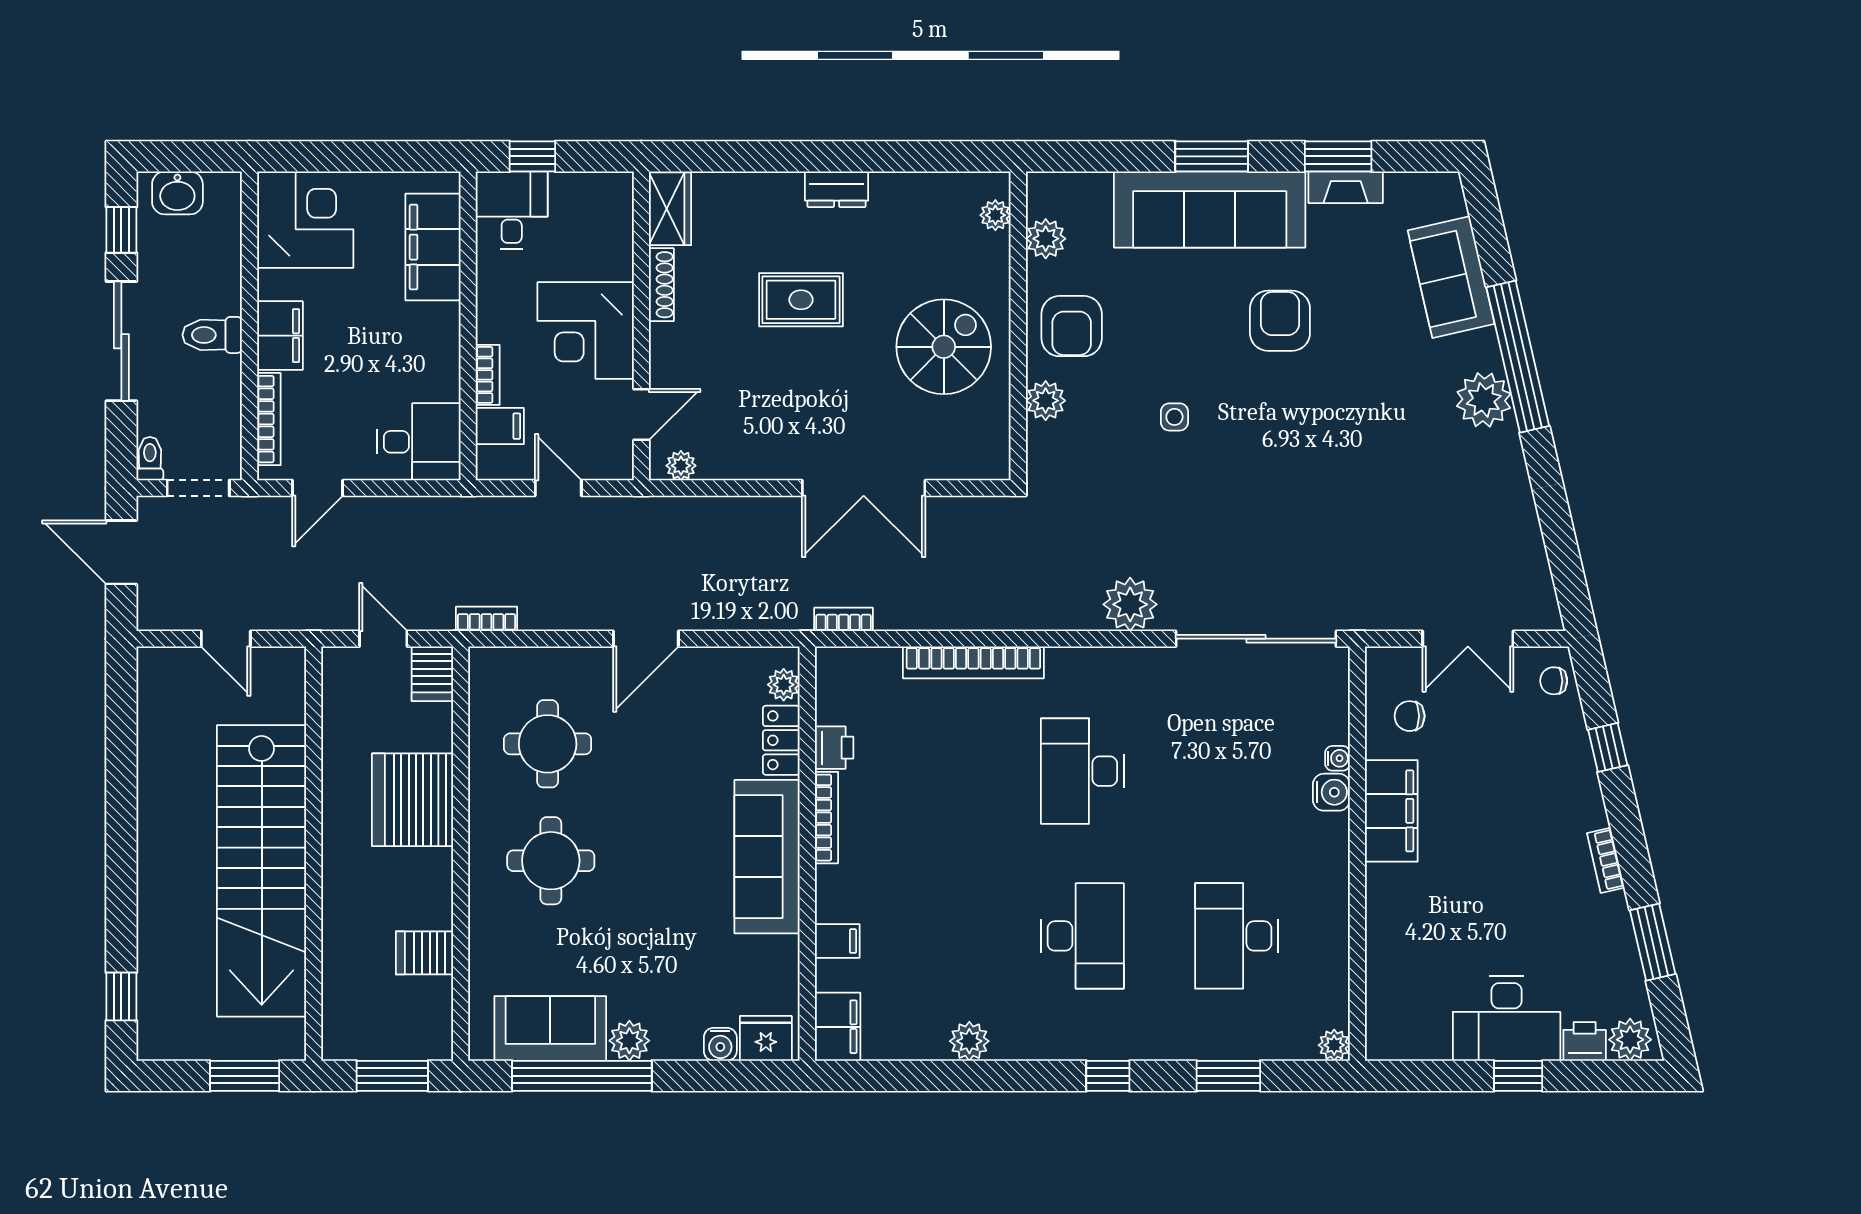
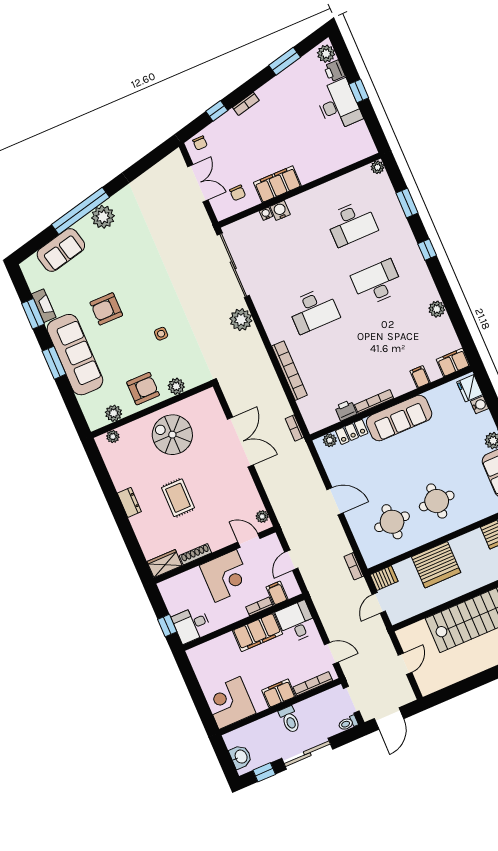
filing cabinet: (433, 247) -> (258, 632), moved
bookcase: (1606, 860) -> (246, 104), moved

